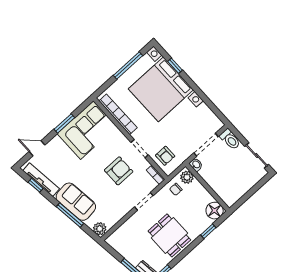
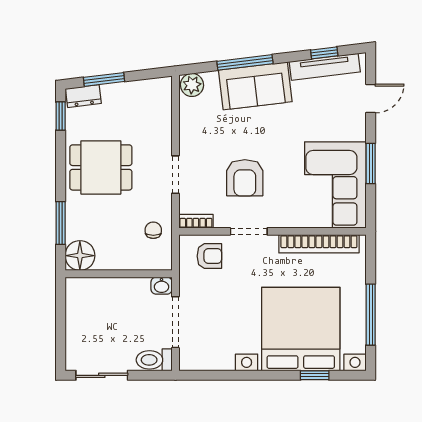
armchair: (165, 156) -> (209, 256), turned 180
plant: (187, 177) -> (156, 259), removed
window: (208, 231) -> (61, 223), width x1.50

